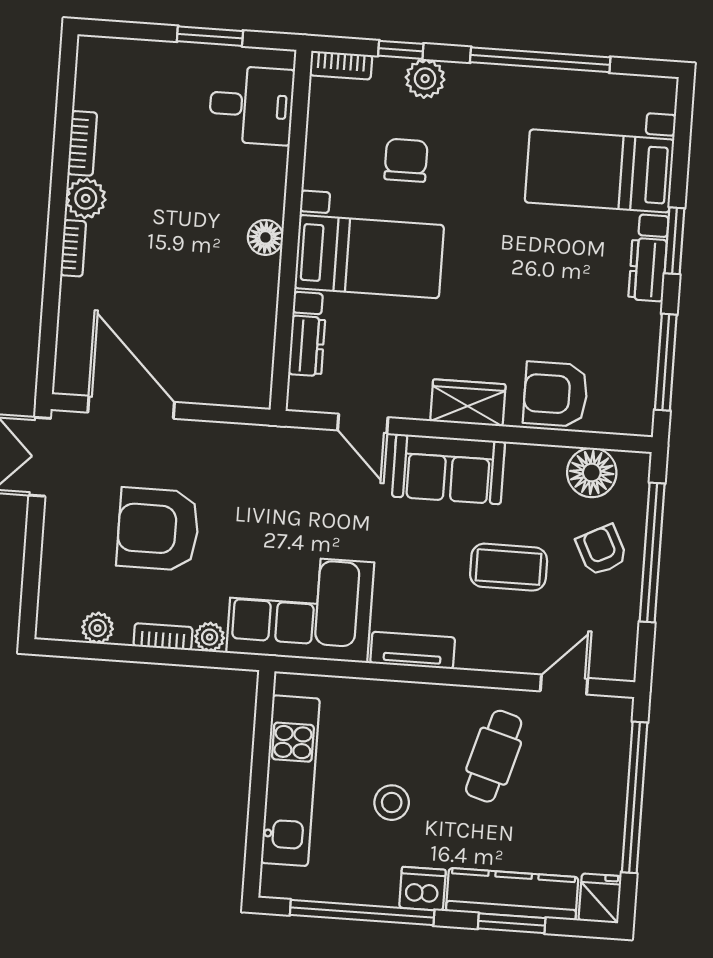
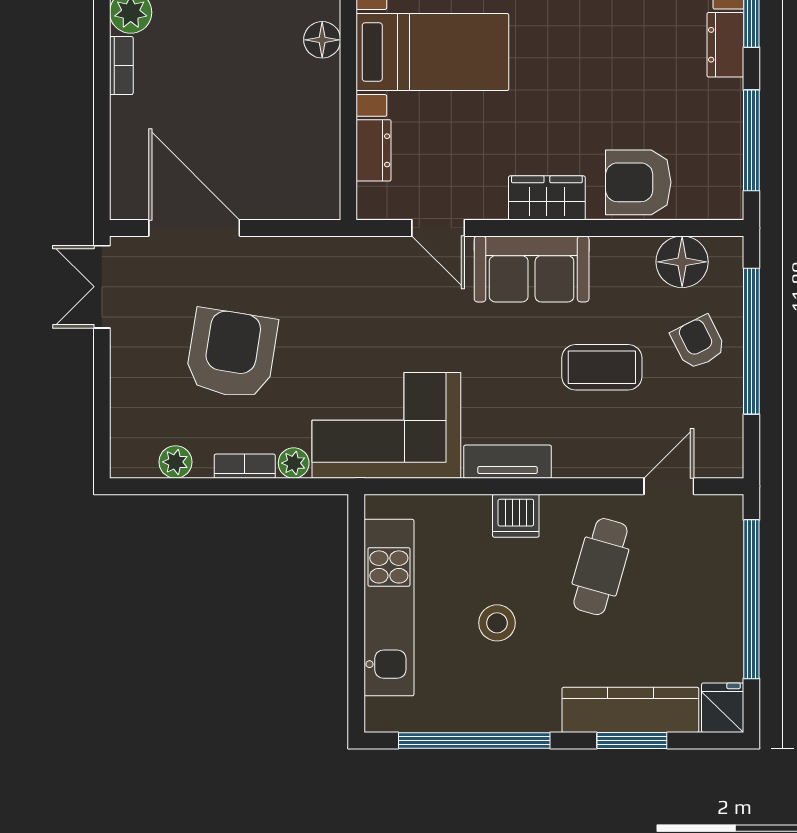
armchair: (158, 529) -> (231, 354), turned 99
dishwasher: (422, 889) -> (516, 516), moved, turned 180

